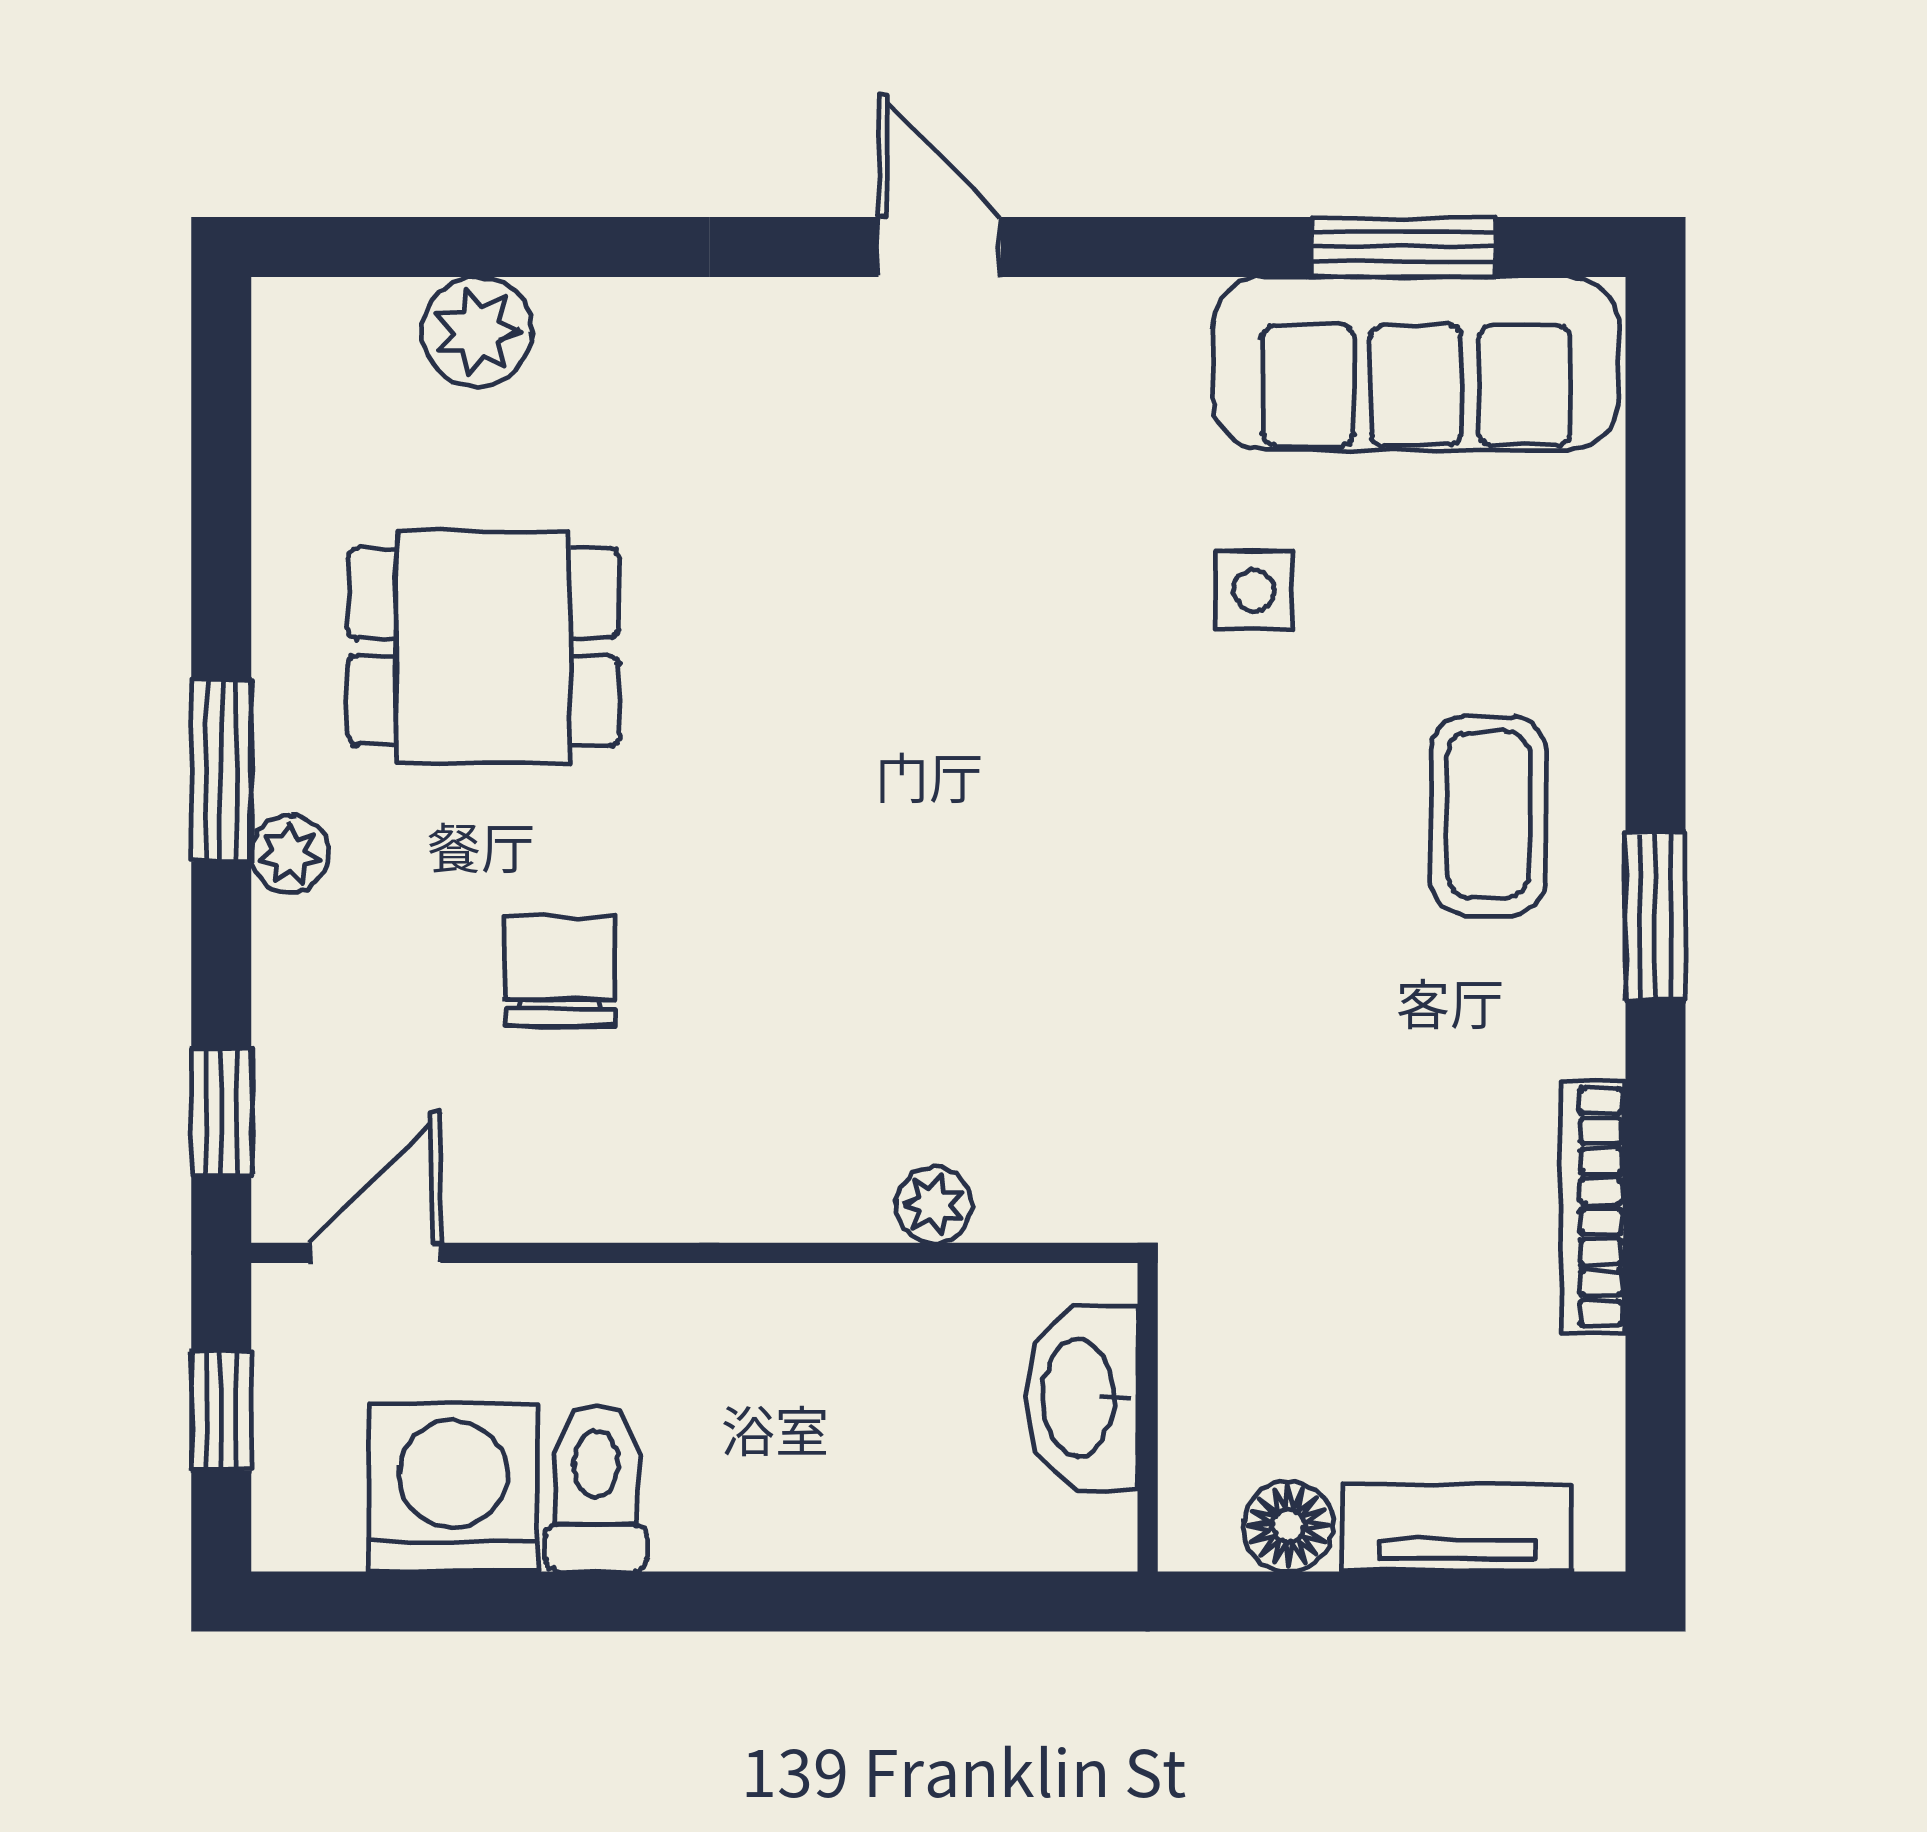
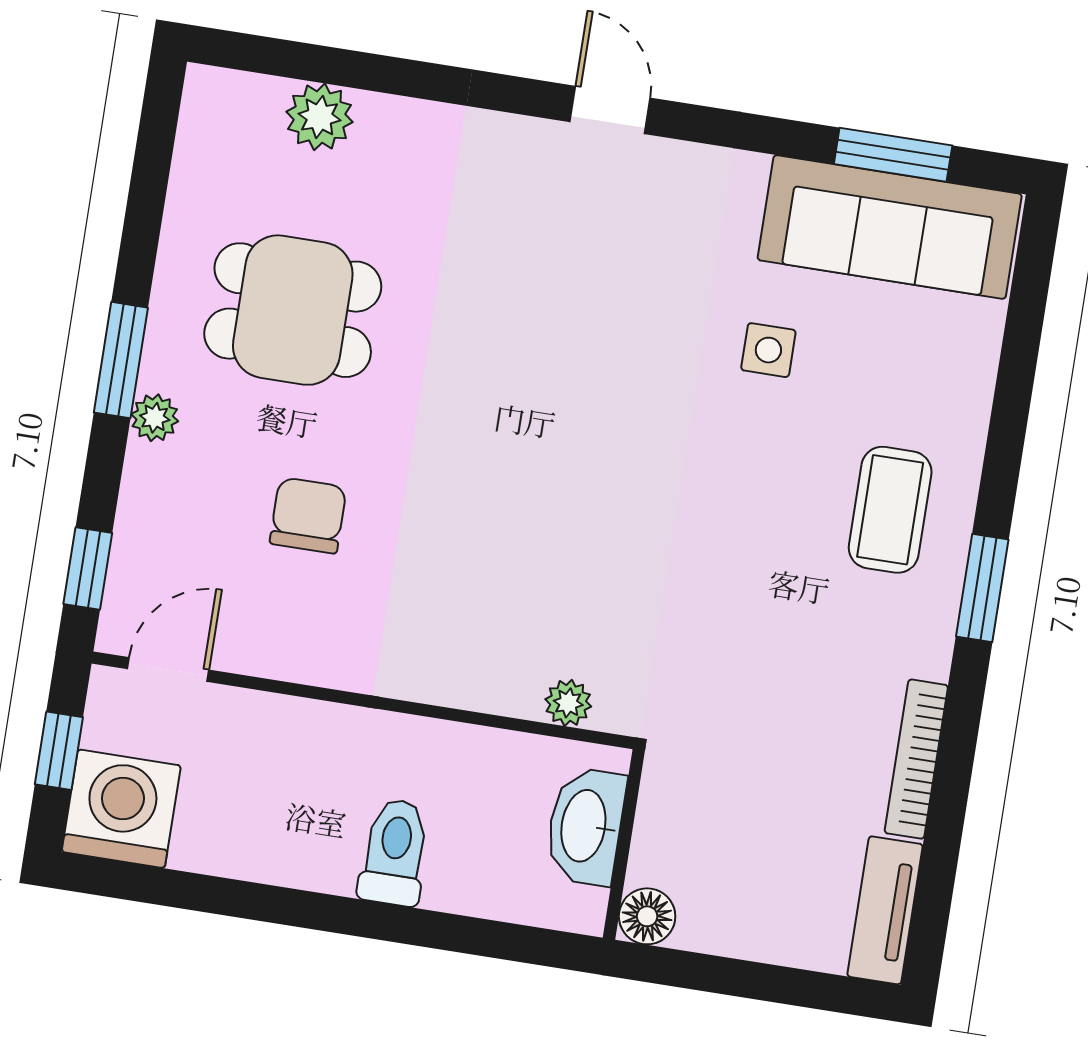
plant: (934, 1205) -> (568, 703), moved
washing machine: (453, 1487) -> (121, 809), moved
toilet: (596, 1488) -> (394, 852), moved
floor lamp: (1288, 1526) -> (647, 916), moved
tv unit: (1457, 1528) -> (885, 910), moved, turned -90

